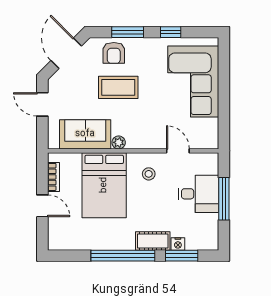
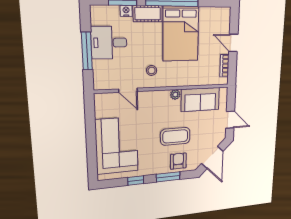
bed: (104, 185) -> (181, 34), moved, turned 180
desk: (198, 194) -> (109, 43), moved

